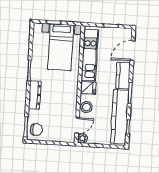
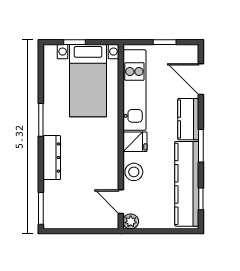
door: (132, 51) -> (201, 79), hinge flipped
door: (77, 125) -> (121, 202), swing flipped
chair: (36, 130) -> (57, 212), removed

